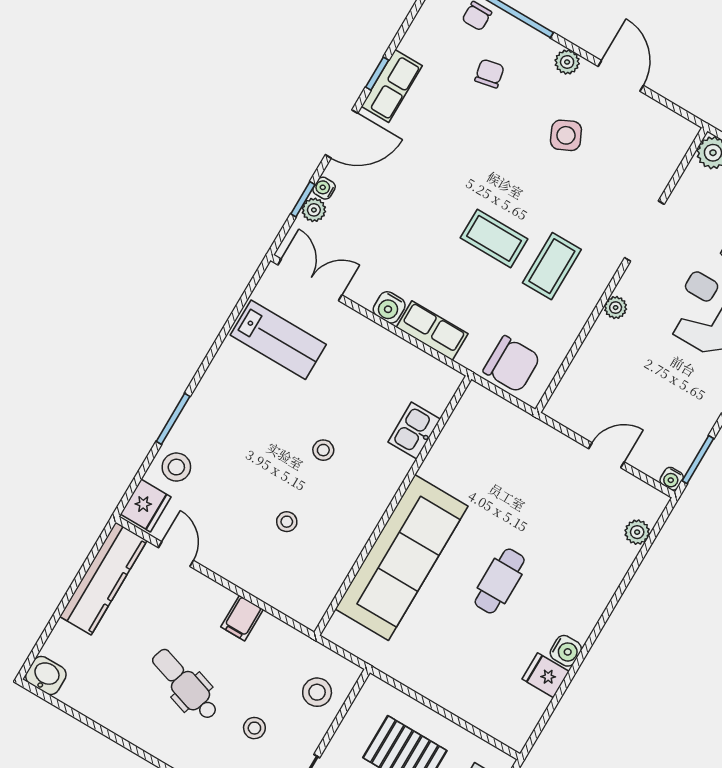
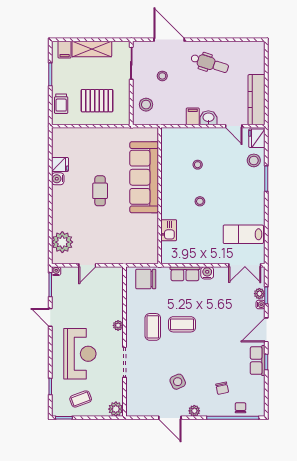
plant: (637, 532) -> (62, 242), width x1.87, depth x1.87
washbasin: (46, 675) -> (208, 118), moved, turned 180
dental chair: (185, 684) -> (210, 63), moved

